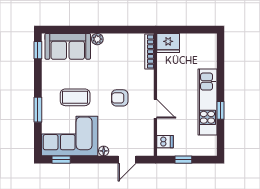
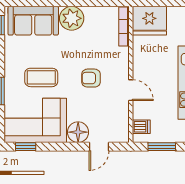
plant: (97, 39) -> (72, 18), width x1.87, depth x1.87
fridge: (168, 43) -> (149, 21), width x1.36, depth x1.34
floor lamp: (104, 151) -> (78, 132), width x1.89, depth x1.89
window: (183, 160) -> (162, 147), width x1.50

